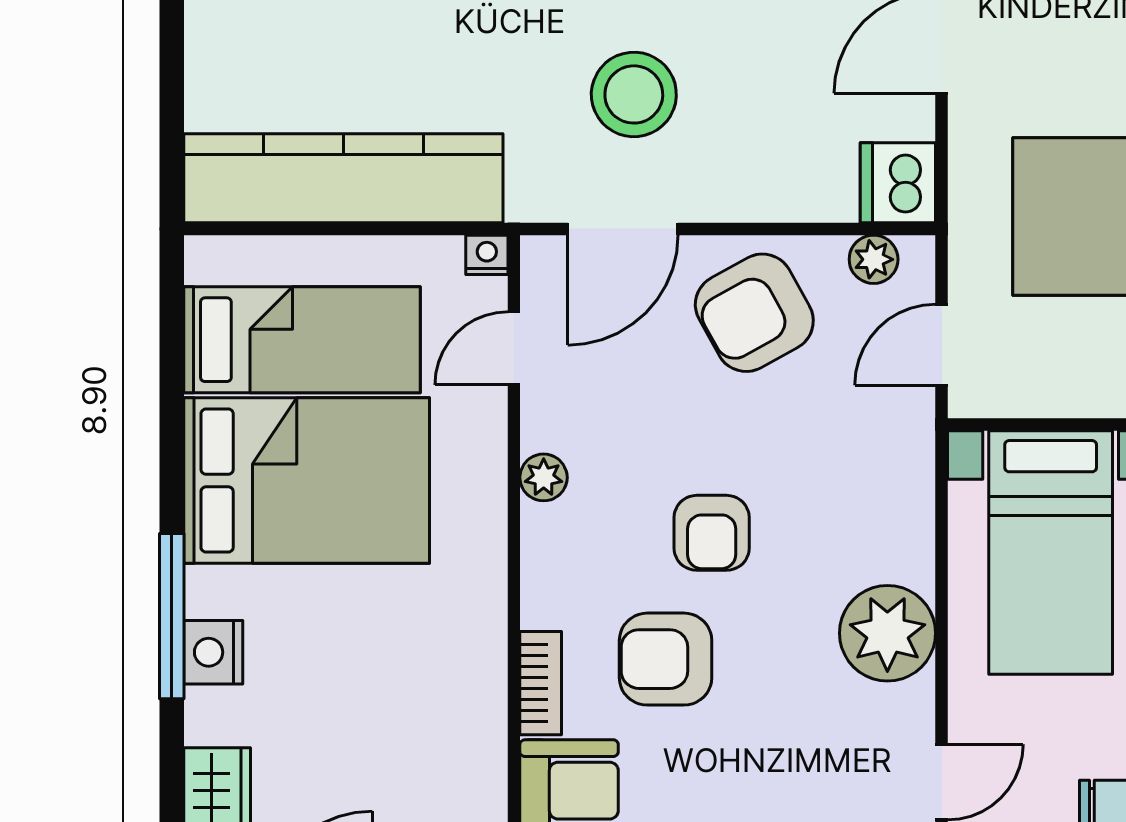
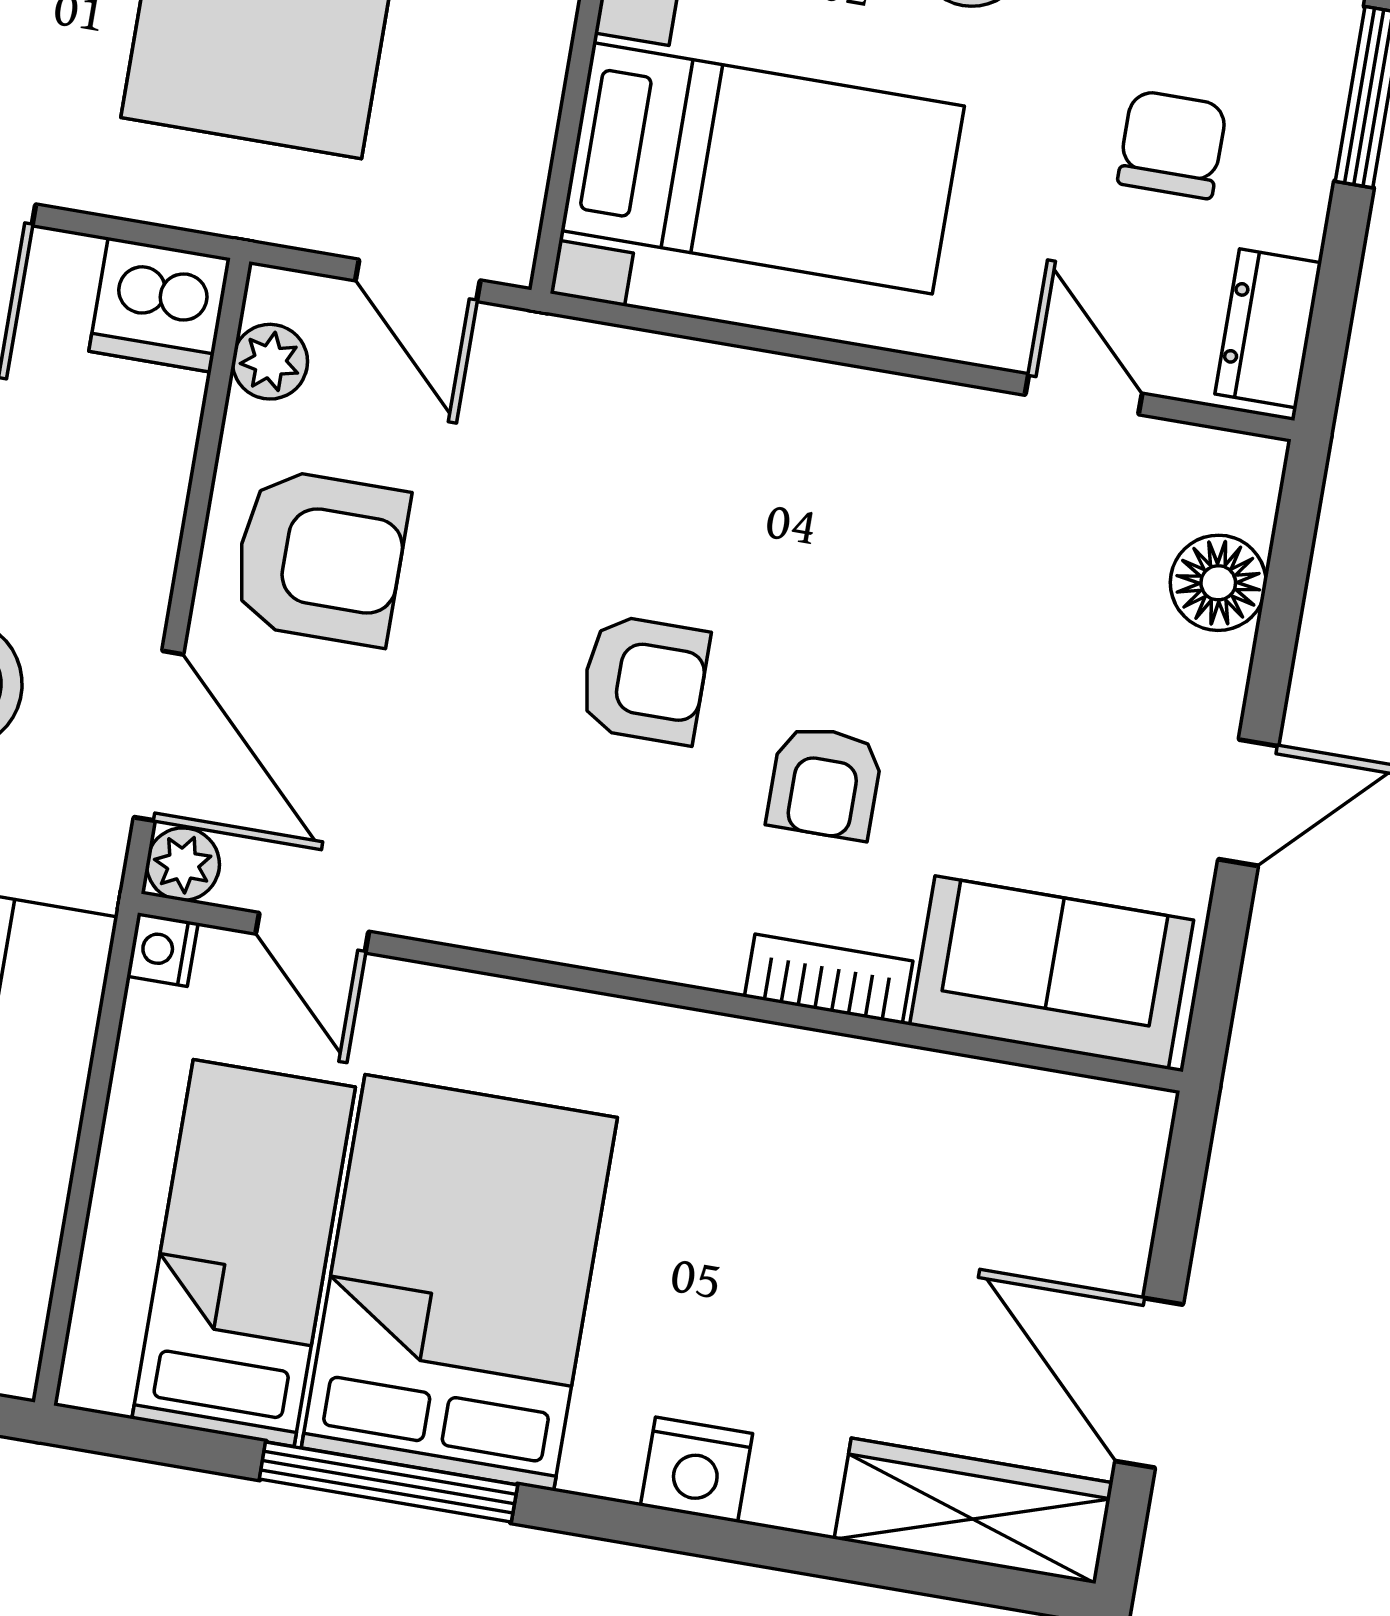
armchair: (754, 313) -> (320, 557), turned -61
plant: (544, 477) -> (183, 864), moved
window: (172, 616) -> (388, 1482), moved
plant: (887, 633) -> (843, 438), removed
armchair: (666, 659) -> (825, 783), width x0.72, depth x0.72

